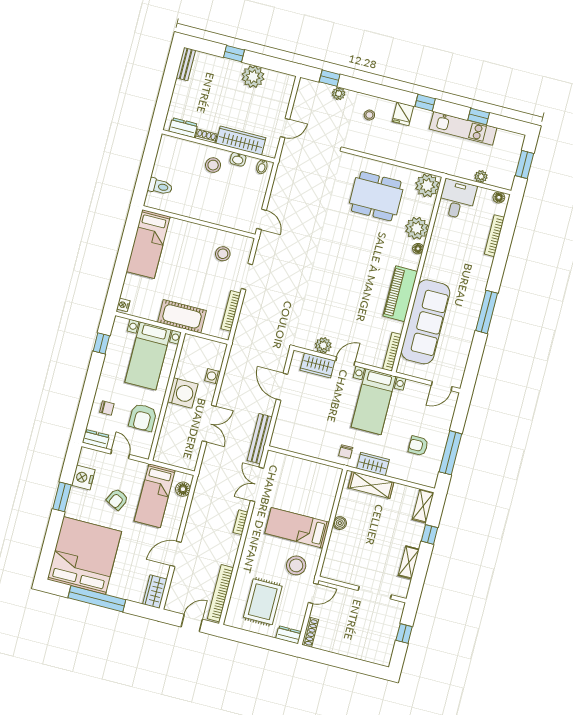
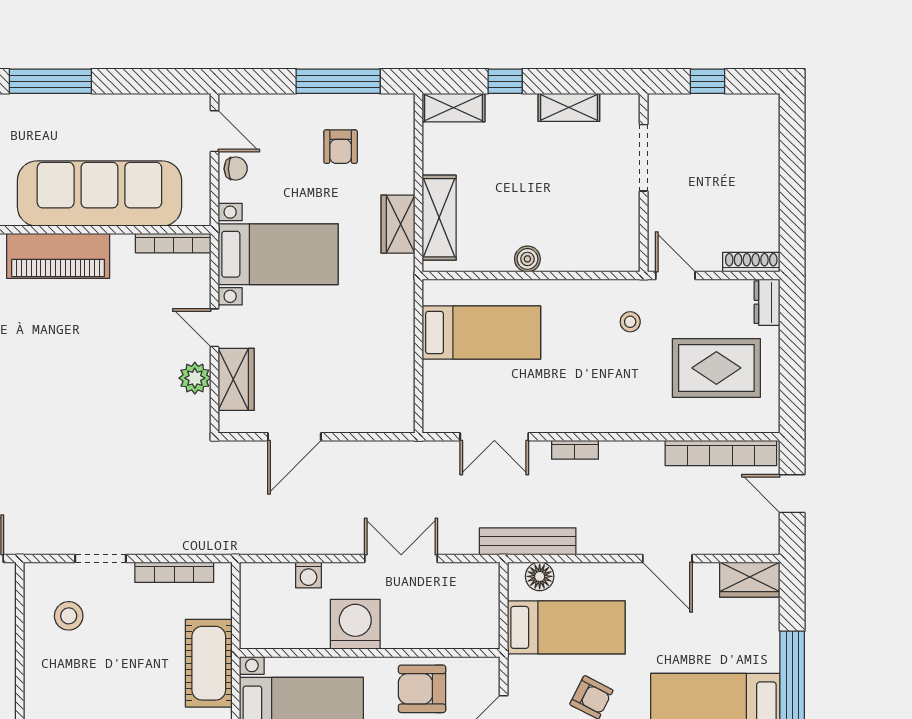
armchair: (143, 417) -> (422, 689), turned 180
bench: (260, 439) -> (528, 541), moved
chair: (346, 452) -> (236, 169), moved
bed: (297, 528) -> (481, 332), moved, turned -90
stool: (296, 565) -> (630, 322), width x0.53, depth x0.53

